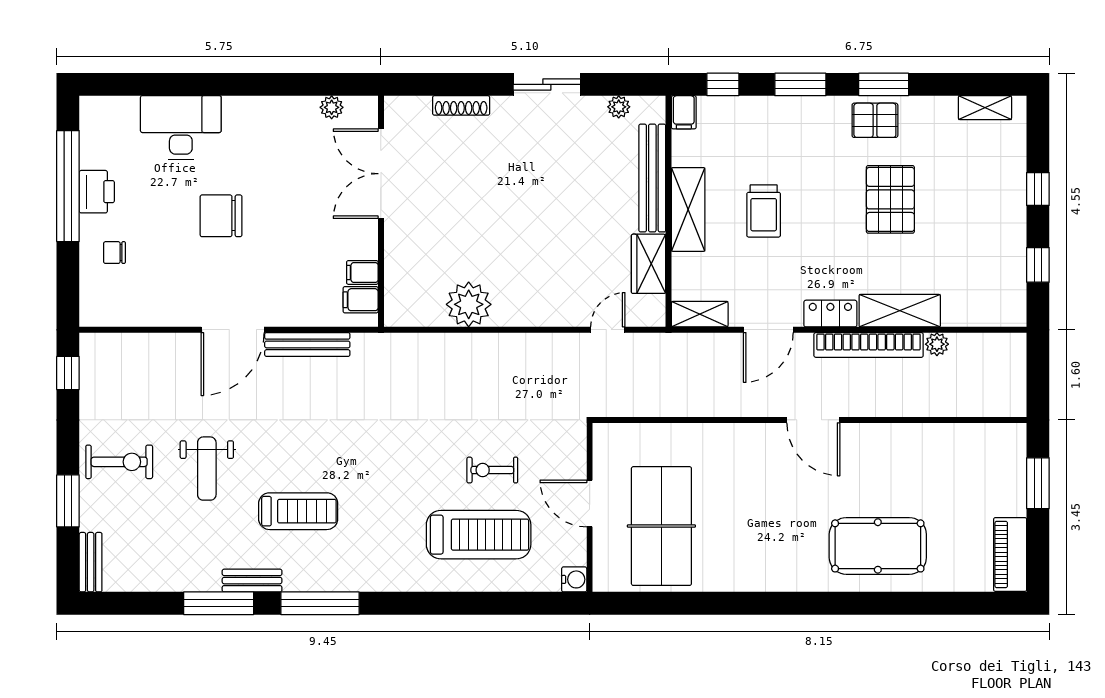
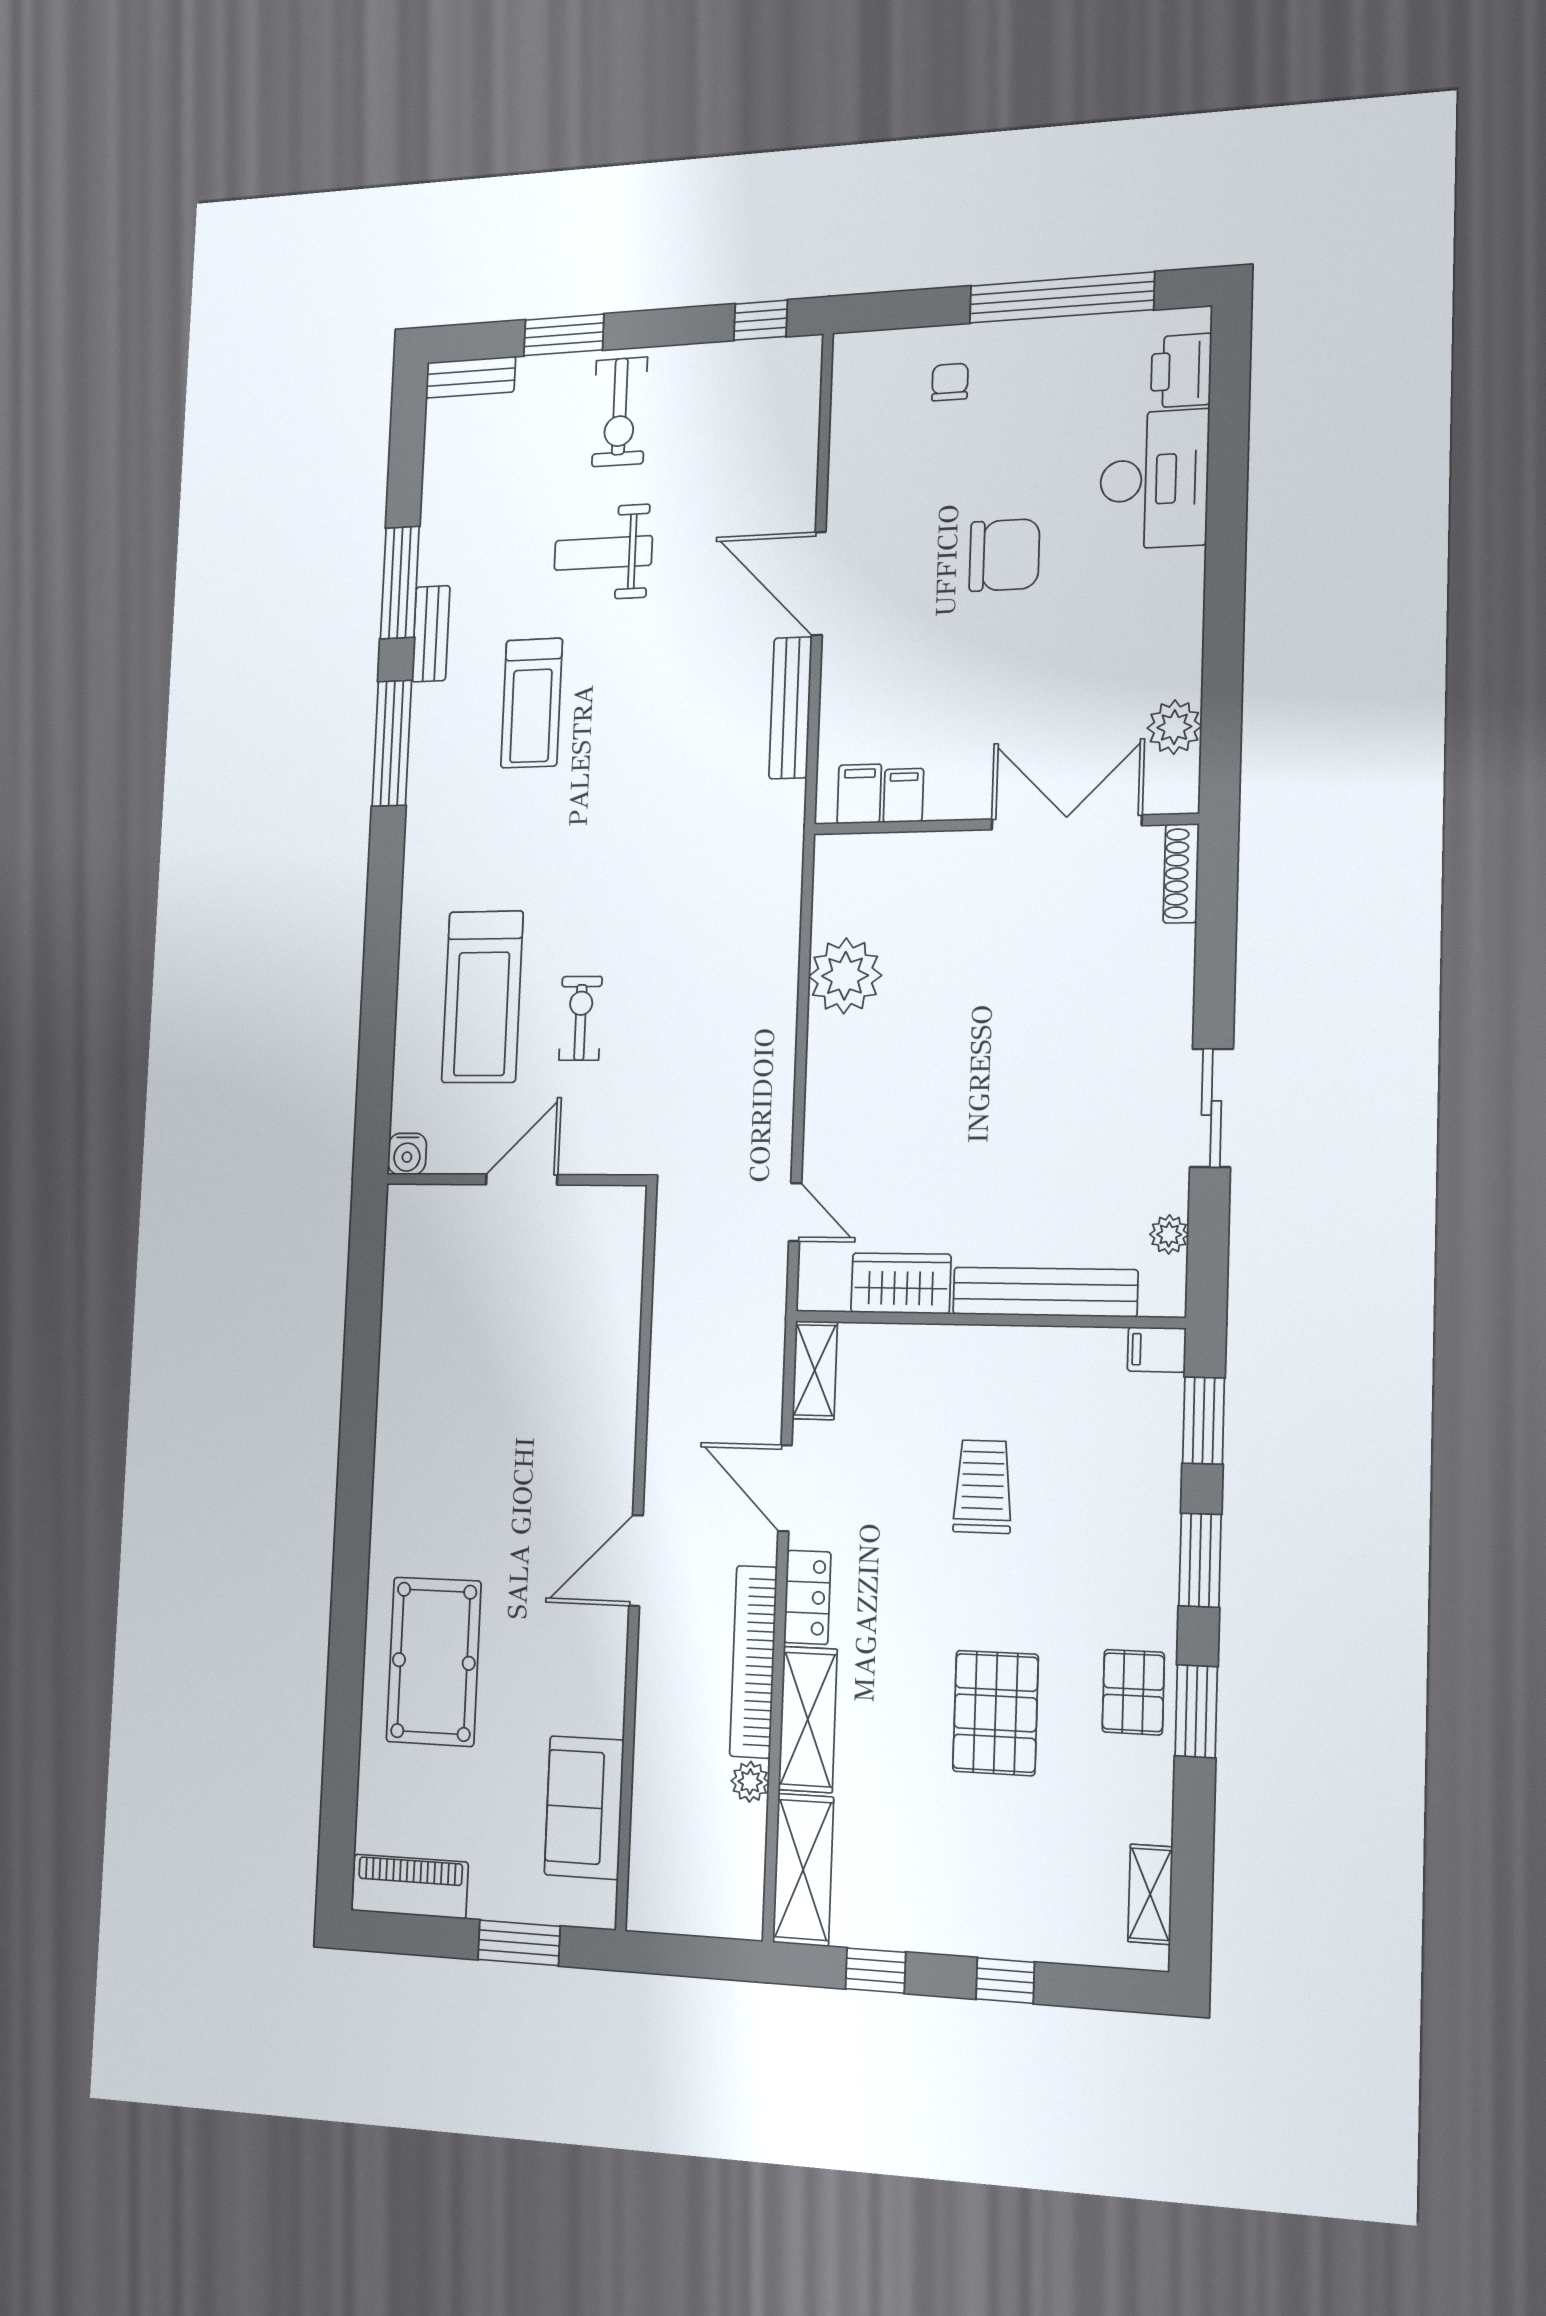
window: (723, 84) -> (1204, 1421), width x1.50
shoe rack: (461, 105) -> (1181, 873), moved
plant: (332, 107) -> (1174, 727), width x1.38, depth x1.38
printer: (97, 192) -> (1181, 371), moved, turned 90
pallet: (890, 199) -> (995, 1713), turned 90
shelving: (688, 209) -> (803, 1870), moved, turned 90
trolley: (764, 211) -> (983, 1487), turned 90
chair: (221, 216) -> (1004, 555), turned 90
sofa: (958, 446) -> (584, 1807), added
table tennis table: (661, 526) -> (481, 1299), removed

